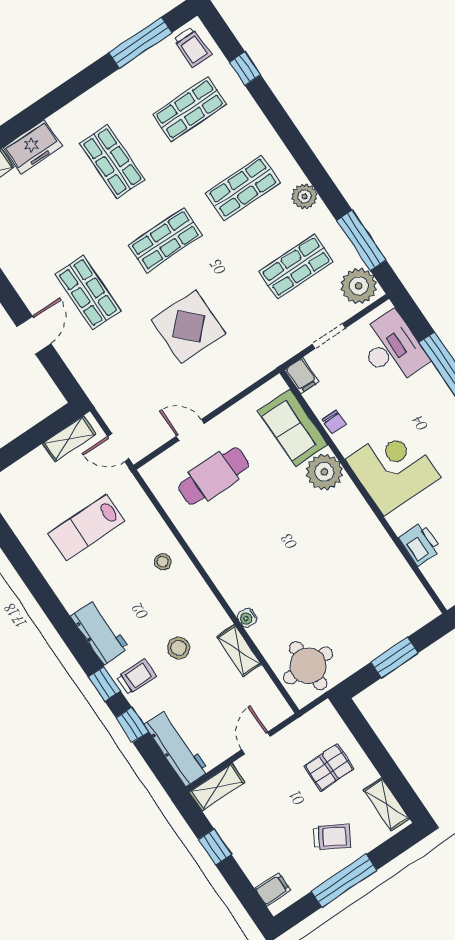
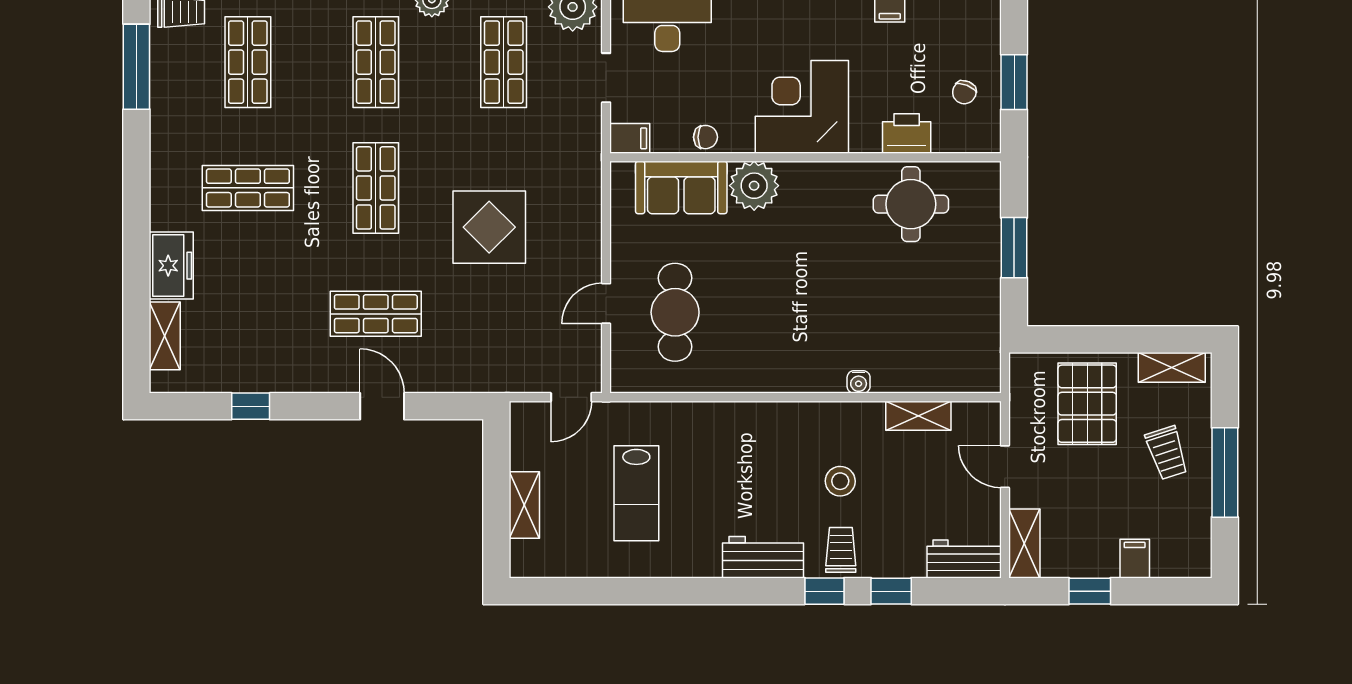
shelving: (69, 439) -> (524, 505), moved
stool: (163, 562) -> (732, 434), removed
shelving: (239, 651) -> (918, 416), moved
round table: (308, 666) -> (911, 204), moved
workbench: (176, 748) -> (964, 559), width x0.73
pallet: (329, 767) -> (1087, 404), width x1.50, depth x1.42
trolley: (332, 837) -> (1167, 453), turned 131
filing cabinet: (273, 889) -> (1135, 559), moved

